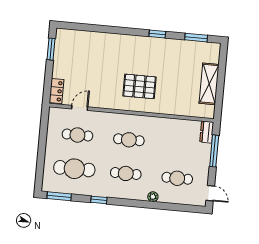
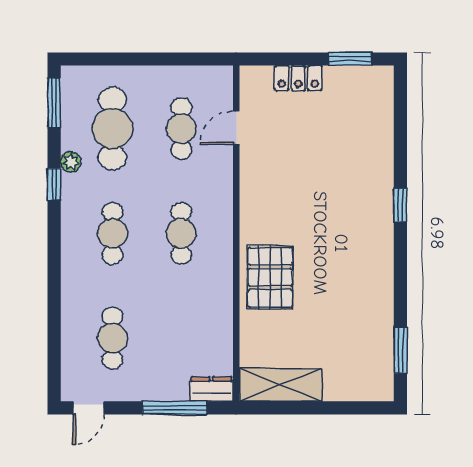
window: (157, 34) -> (400, 205), moved
shelving: (209, 84) -> (281, 385), moved
pallet: (139, 86) -> (270, 277), moved
locker: (57, 91) -> (298, 78), moved
door: (80, 108) -> (236, 128), swing flipped
plant: (153, 197) -> (71, 162), moved

